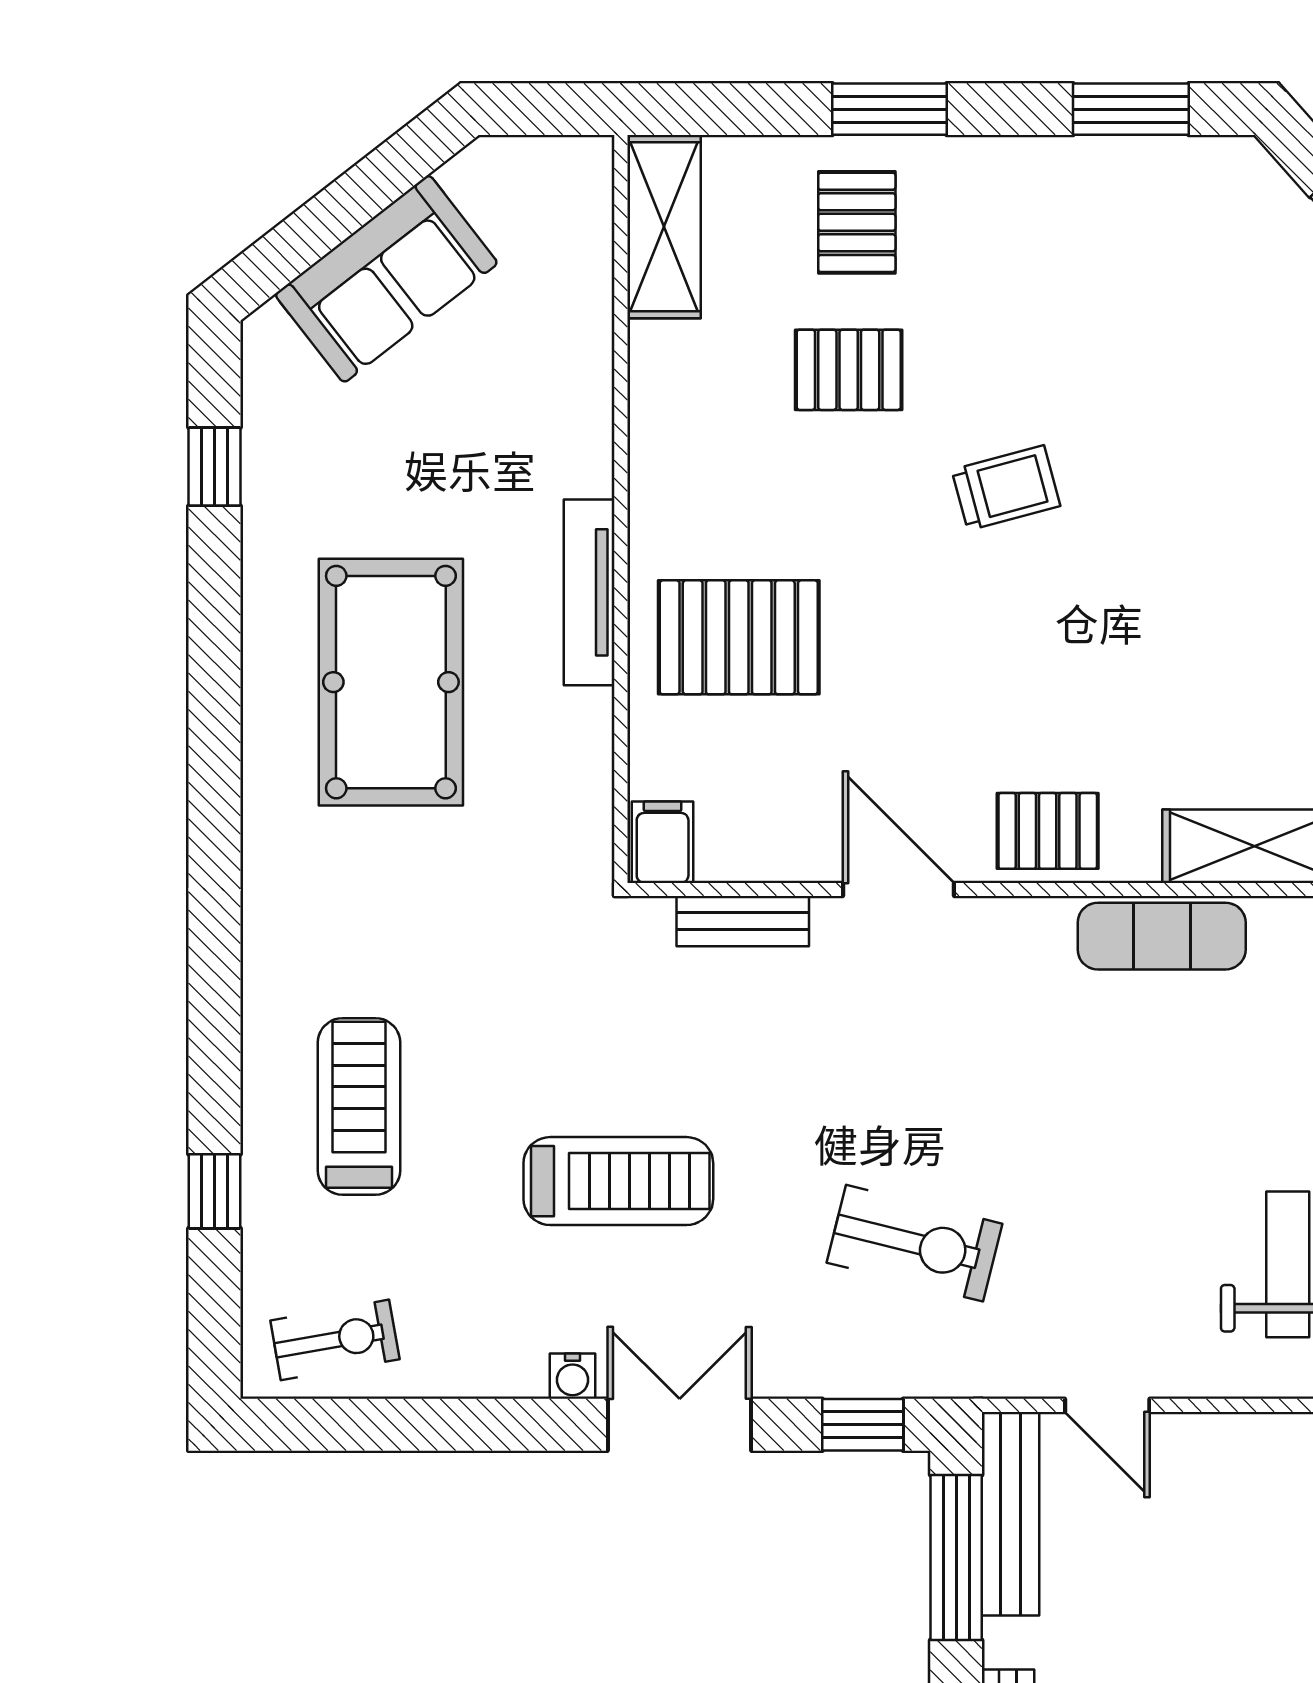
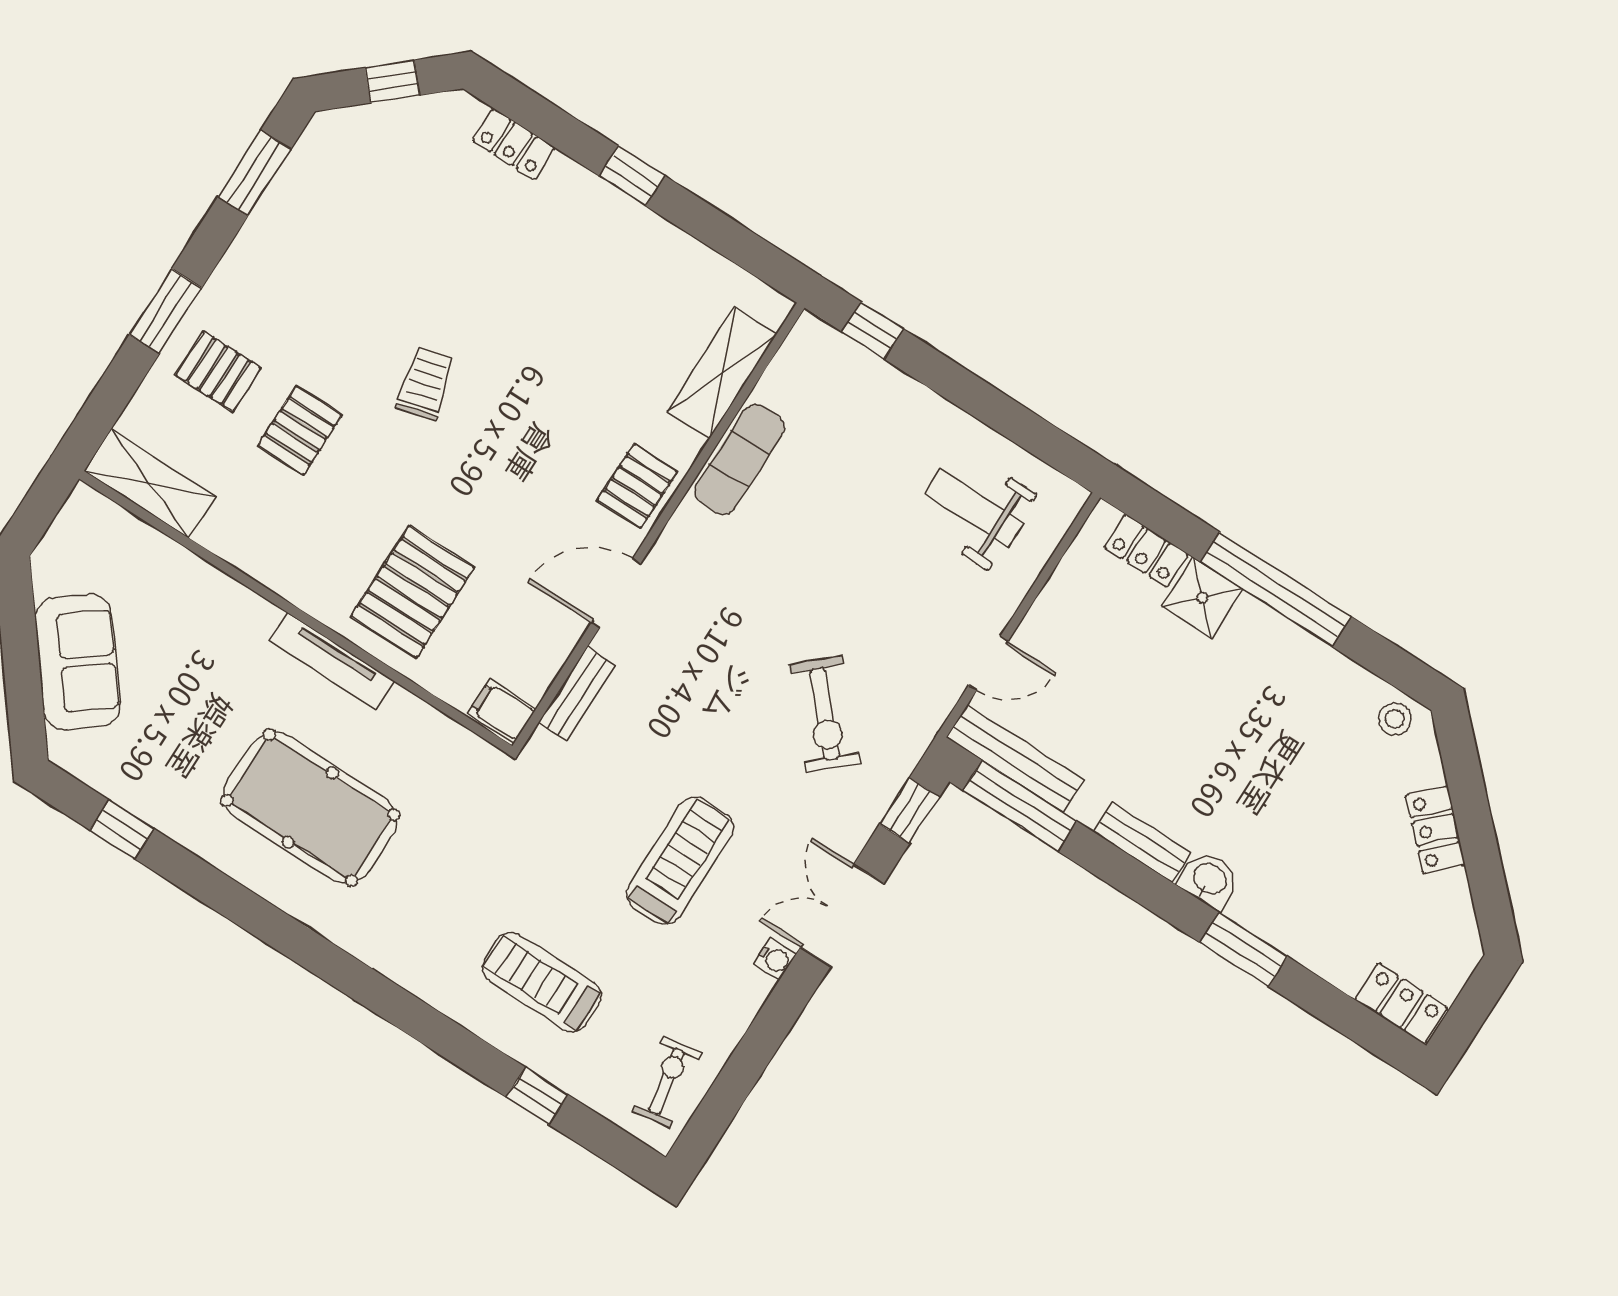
exercise bike: (915, 1243) -> (824, 714), turned 124

